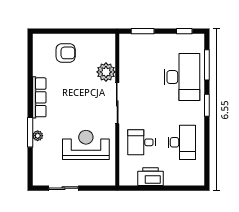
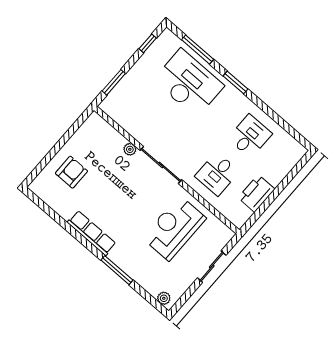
plant: (106, 72) -> (130, 149), width x0.53, depth x0.53
plant: (38, 136) -> (164, 298), moved
desk: (182, 142) -> (250, 136), width x0.73
sliding door: (63, 188) -> (212, 267), moved

